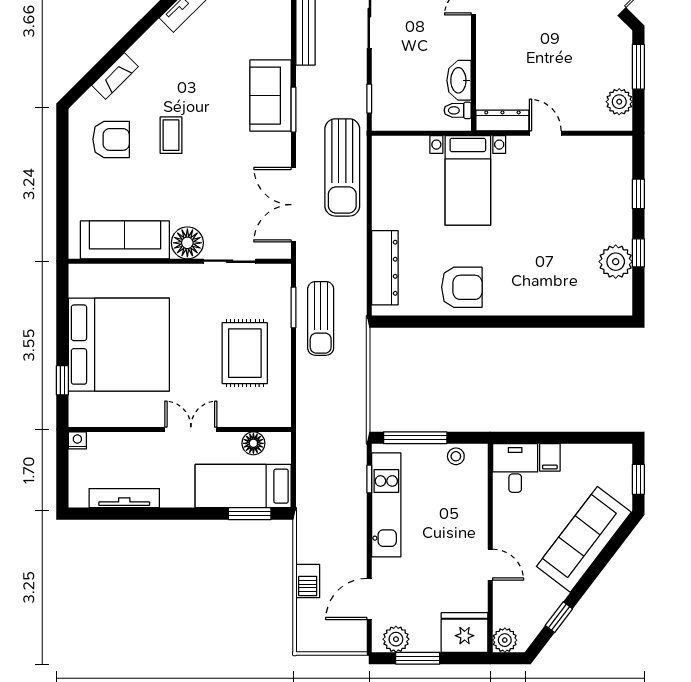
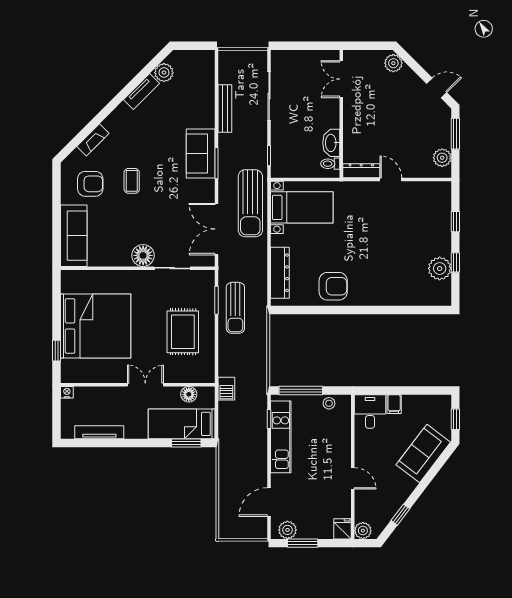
bed with nightstands: (468, 180) -> (302, 207), moved, turned -90
sofa: (125, 240) -> (74, 236), moved, turned 90
sofa: (584, 539) -> (423, 453), width x0.73
barbecue: (308, 581) -> (226, 389), moved
fridge: (465, 632) -> (343, 529), width x0.53, depth x0.75

